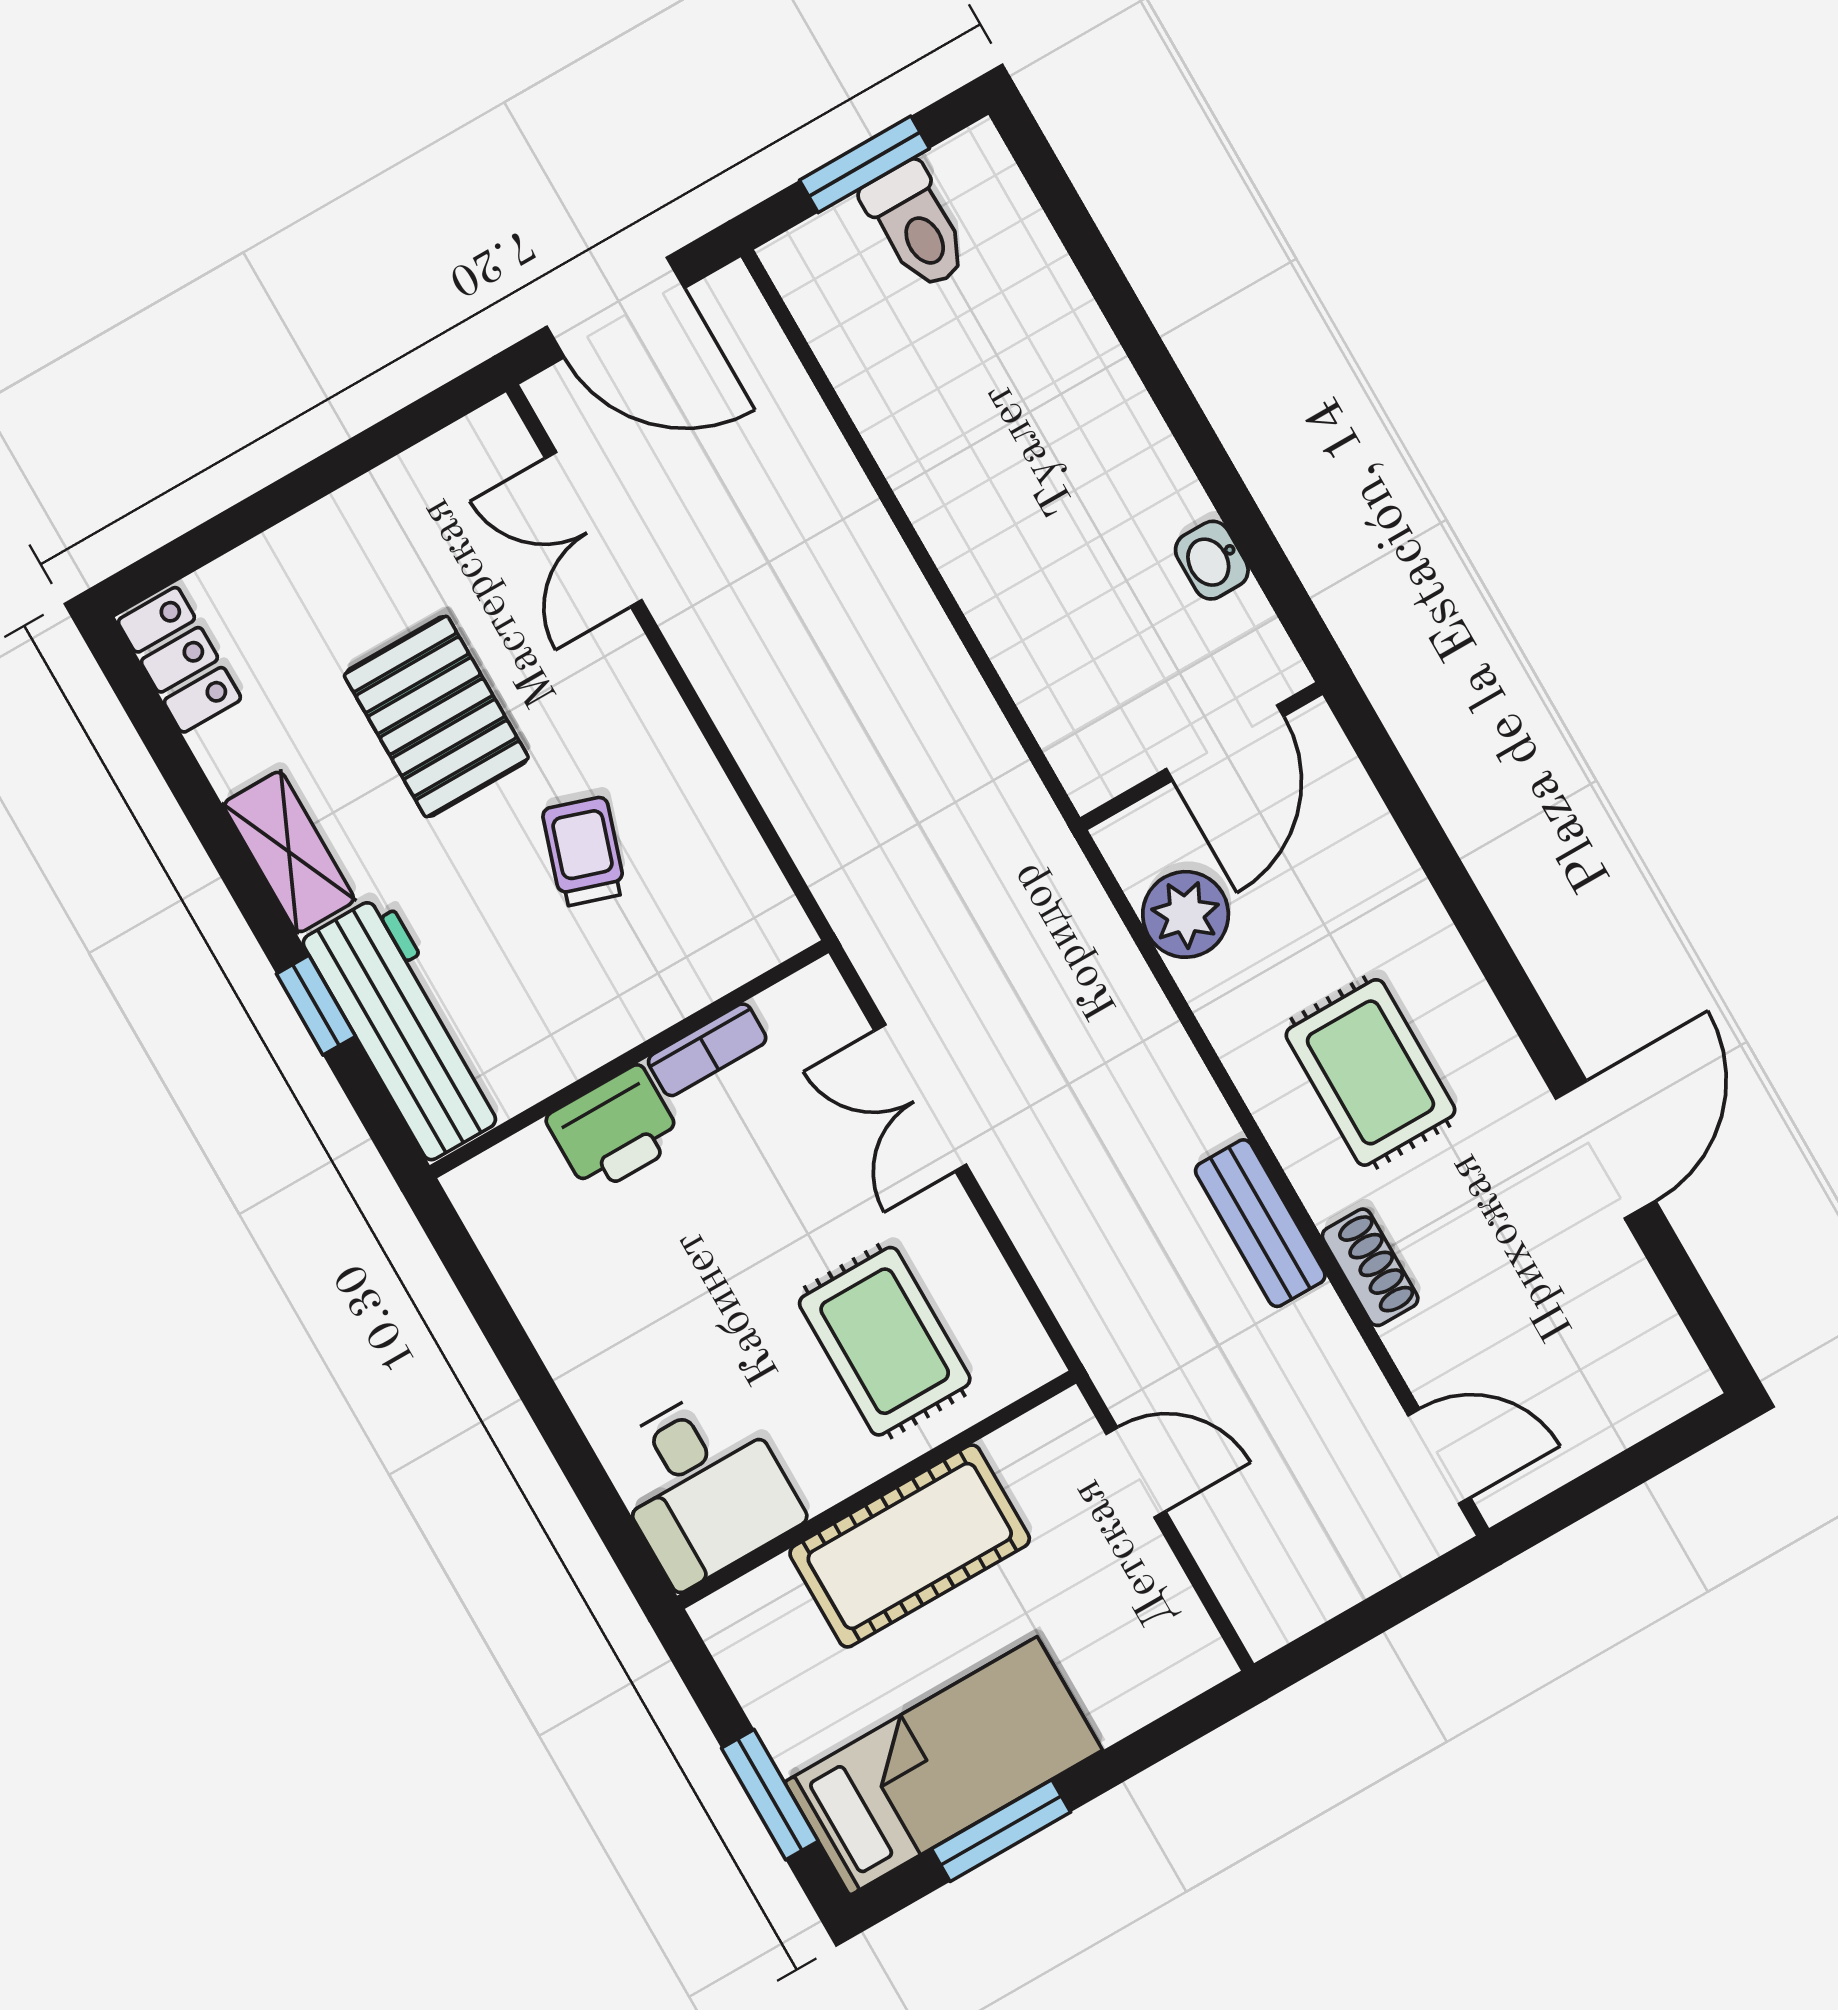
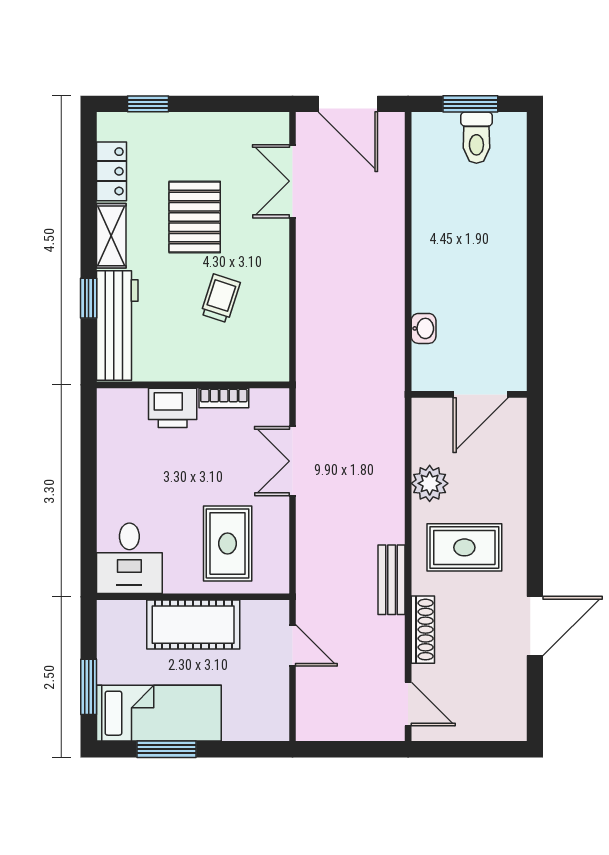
window: (210, 541) -> (148, 104), added
washbasin: (1212, 560) -> (424, 328), moved, turned 180
locker: (179, 660) -> (112, 171), moved
plant: (1186, 914) -> (430, 483), moved
rug: (1370, 1072) -> (464, 547), turned 90
shoe rack: (1370, 1267) -> (423, 630), width x1.43

